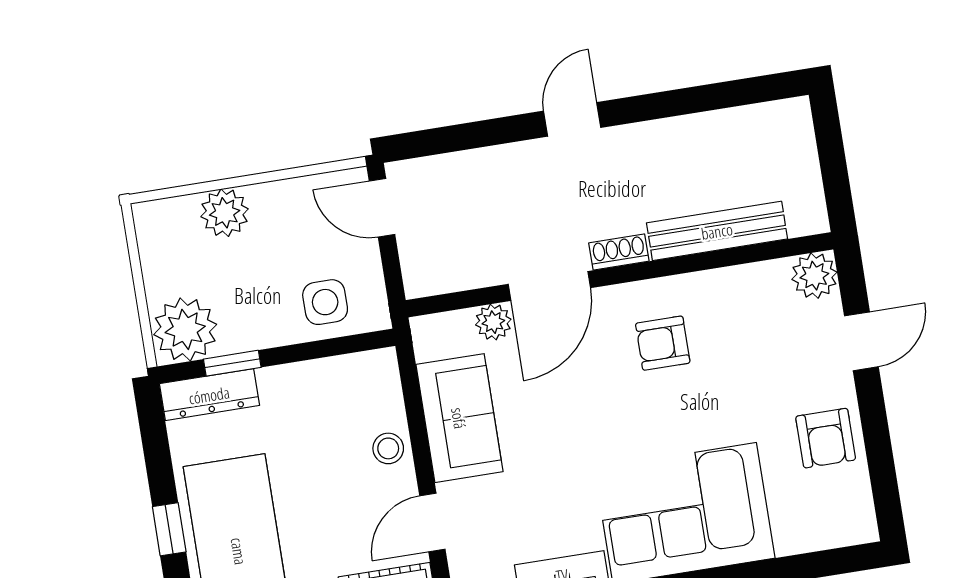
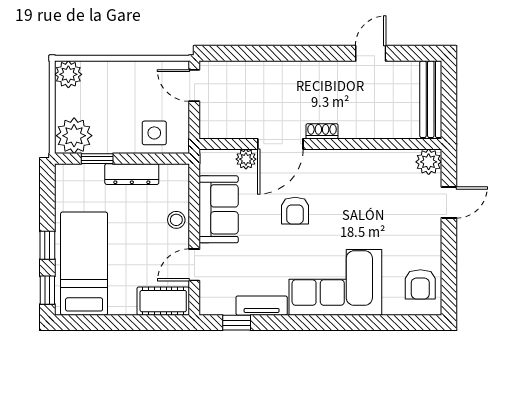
door: (572, 119) -> (371, 53), moved
plant: (225, 213) -> (68, 74), moved
bench: (717, 231) -> (431, 99), moved, turned 90
armchair: (663, 343) -> (295, 211), moved, turned -90
dresser: (209, 395) -> (132, 174), moved
armchair: (826, 438) -> (420, 284), moved

